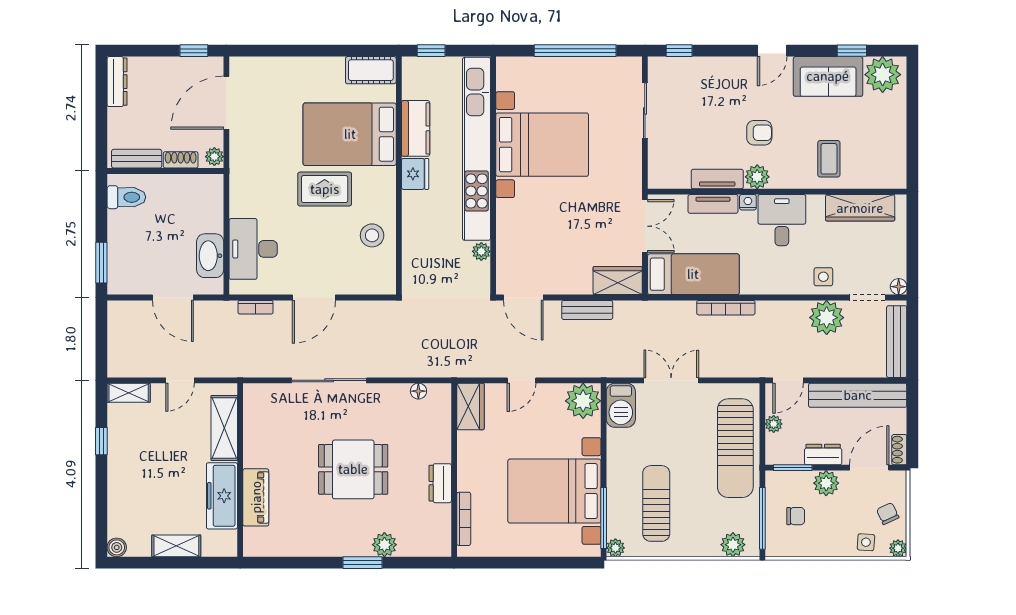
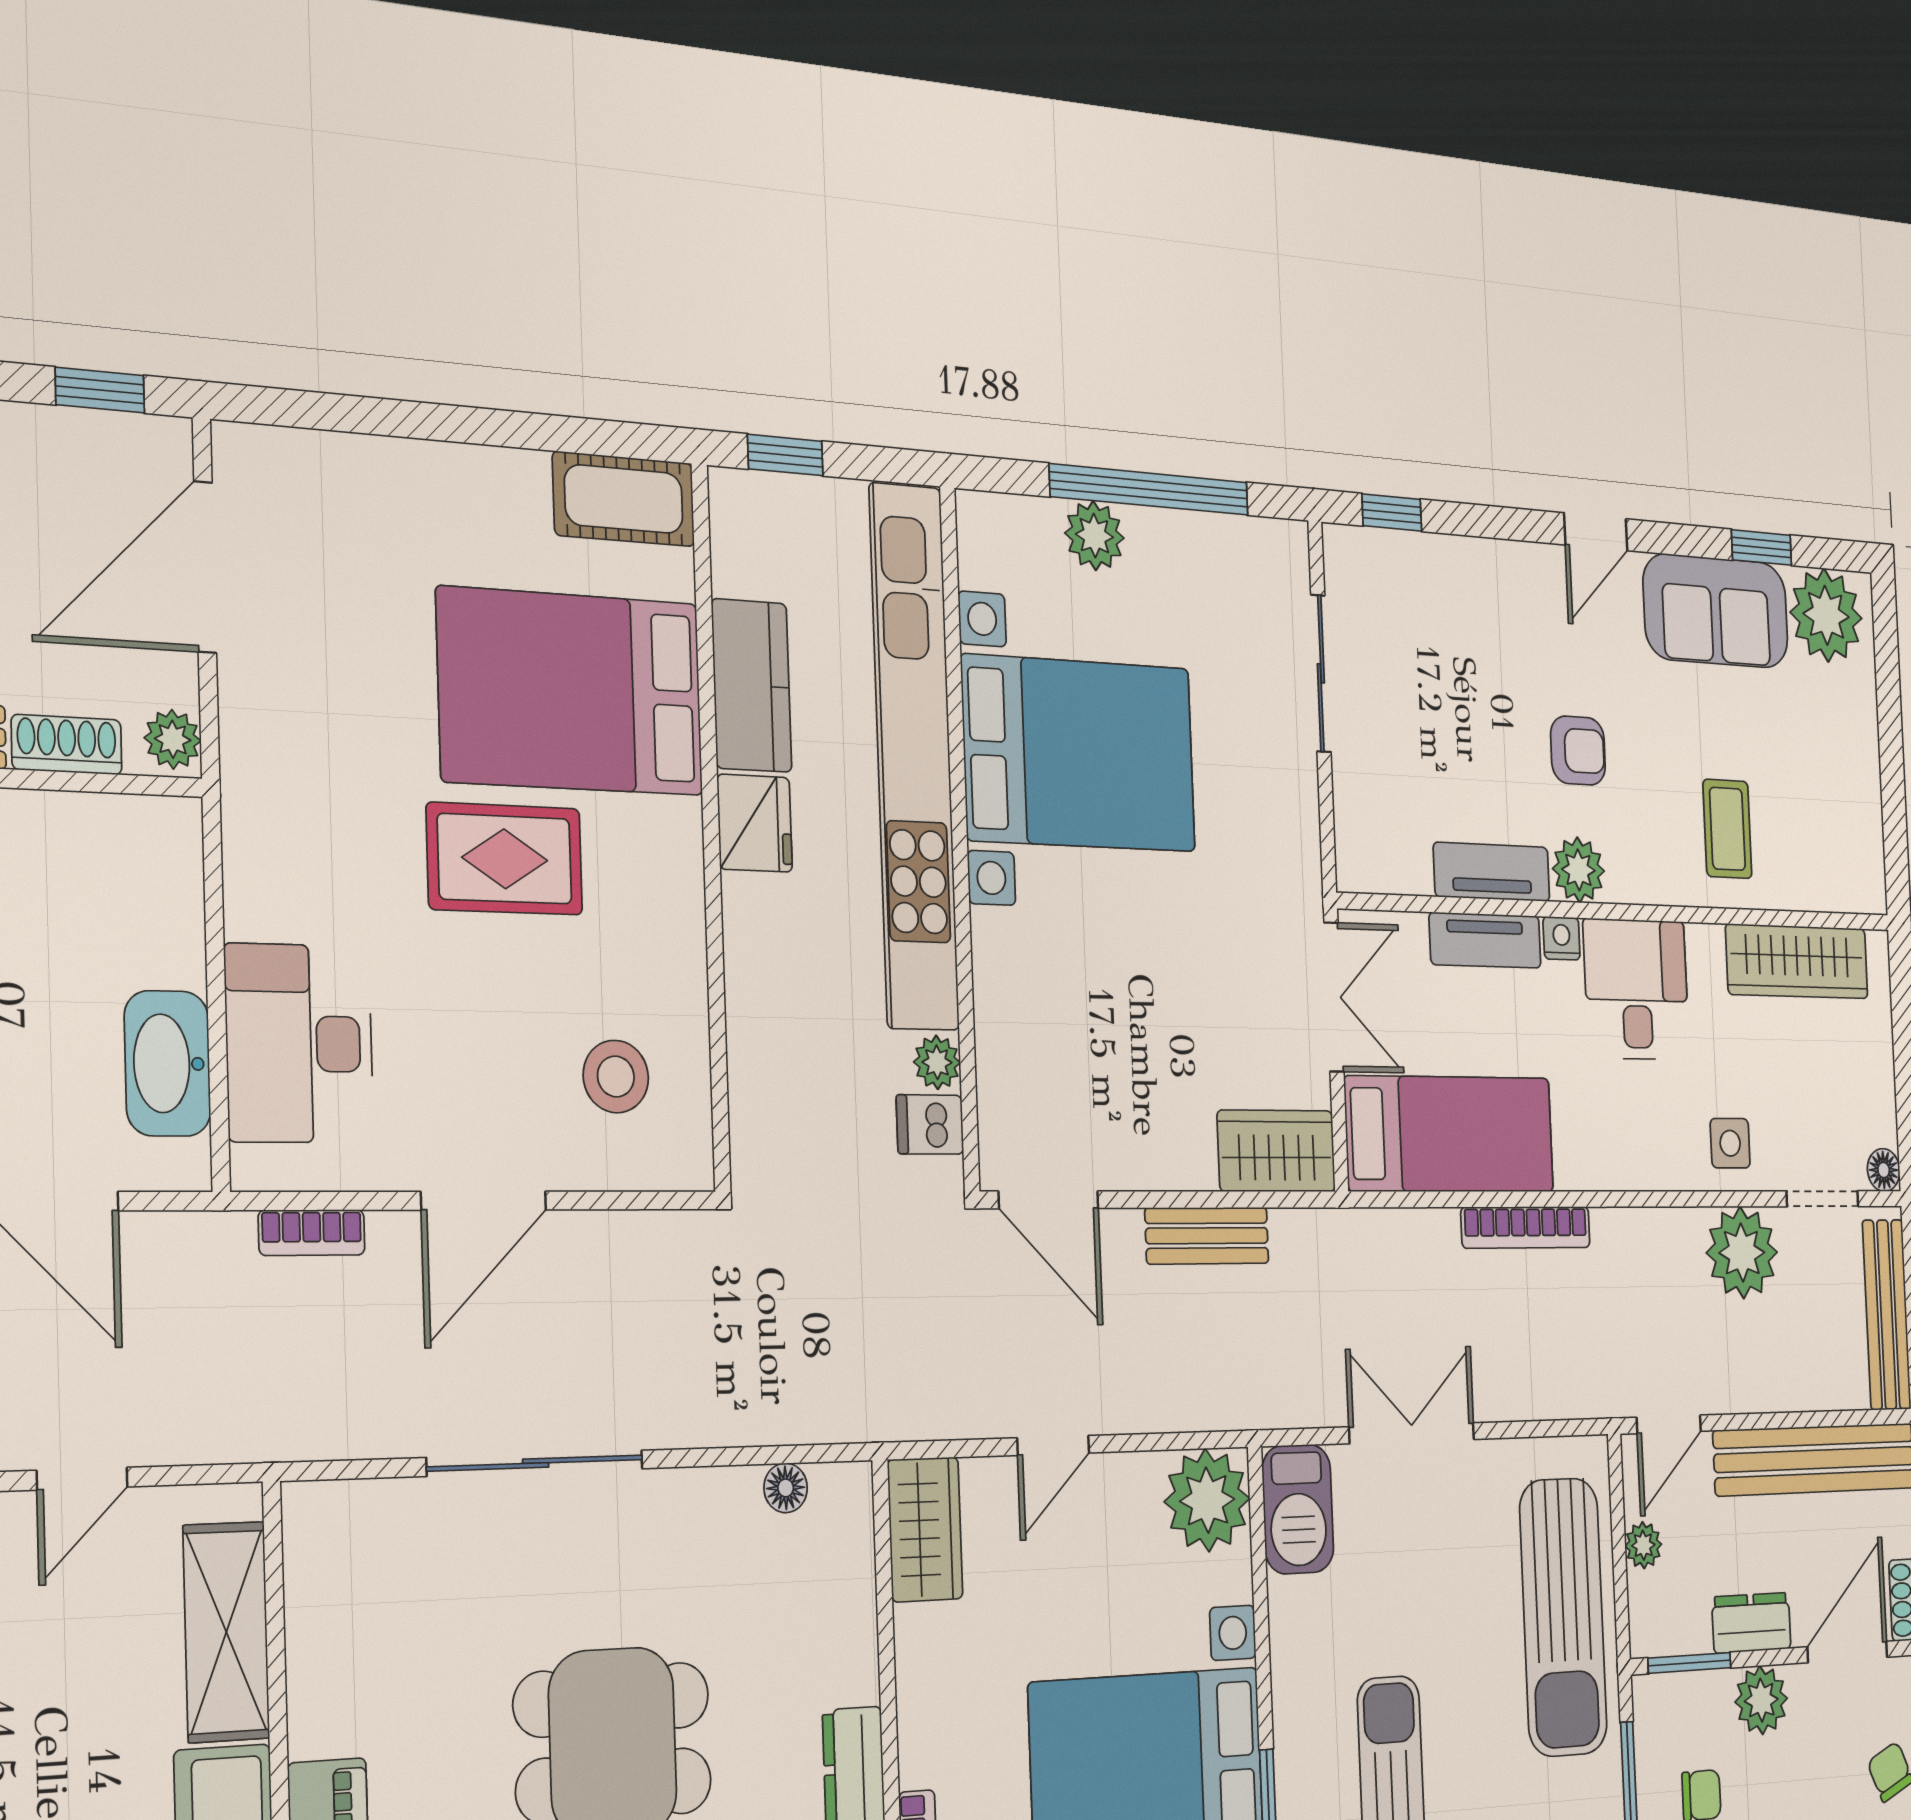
plant: (552, 69) -> (1094, 536), added
stool: (372, 235) -> (616, 1076), moved
dishwasher: (478, 272) -> (930, 1124), added

